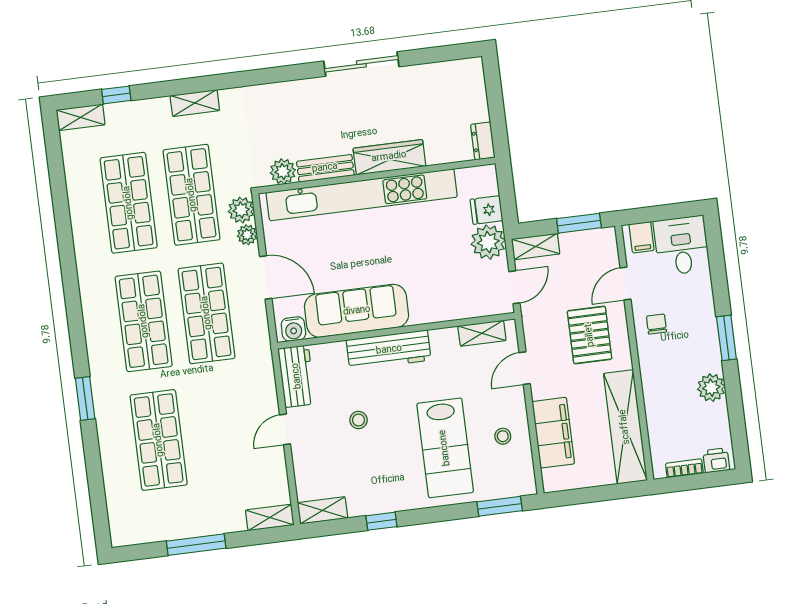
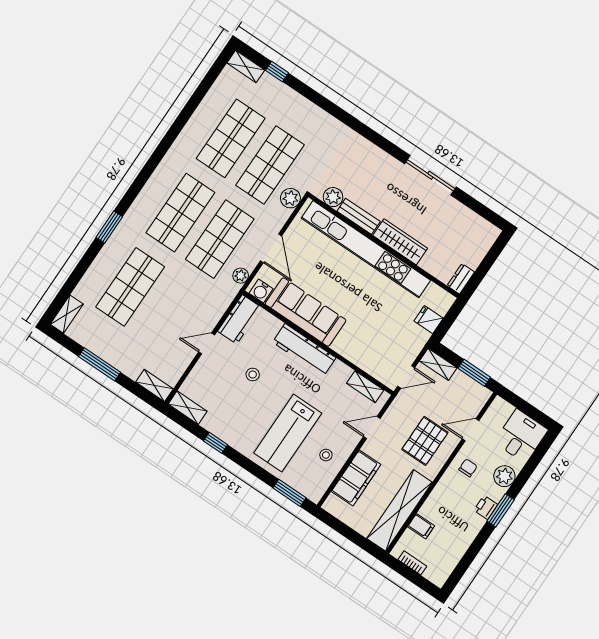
shelving: (195, 103) -> (67, 314), moved, turned 90
plant: (247, 235) -> (241, 276), moved
filing cabinet: (642, 237) -> (421, 526), moved, turned -90
plant: (488, 242) -> (414, 338), removed
plant: (711, 388) -> (504, 476), moved
printer: (716, 460) -> (486, 507), moved, turned -90

